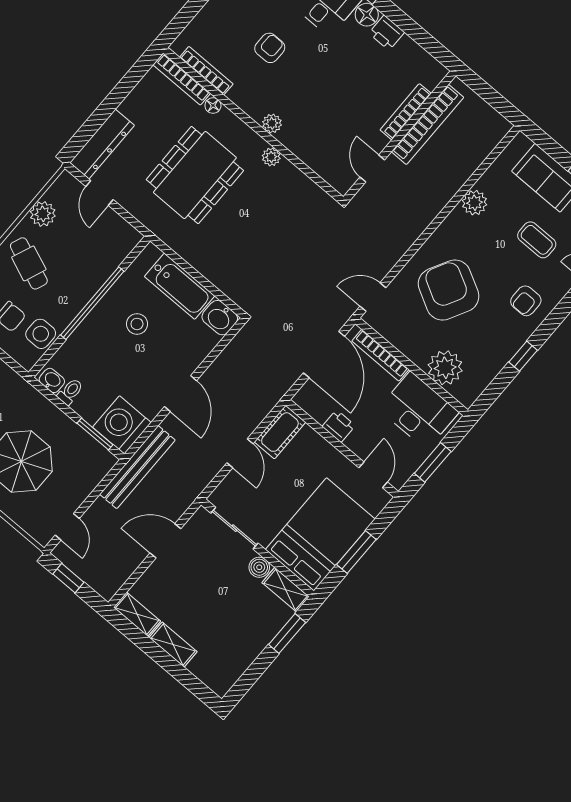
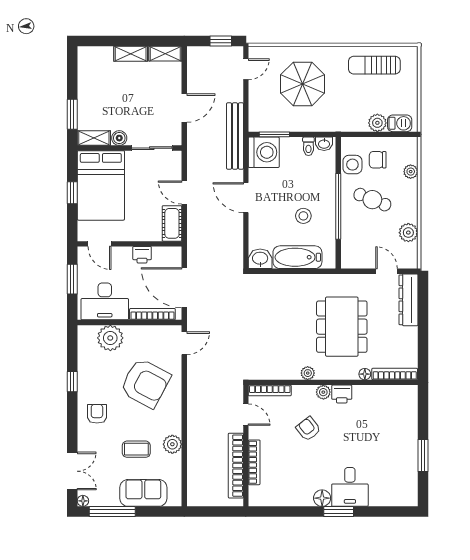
printer: (387, 33) -> (342, 394), moved, turned 180
armchair: (270, 48) -> (308, 429), moved, turned 142
bookcase: (206, 71) -> (270, 390), moved
coffee table: (537, 240) -> (136, 449), moved
cafe table: (29, 263) -> (372, 200), moved
door: (67, 527) -> (246, 69), swing flipped
window: (356, 552) -> (72, 193), width x0.67

